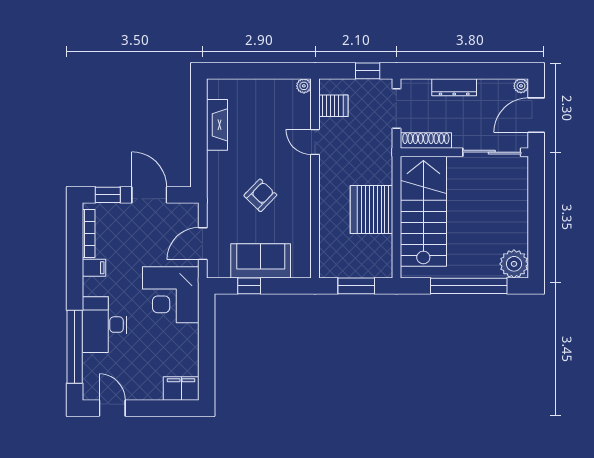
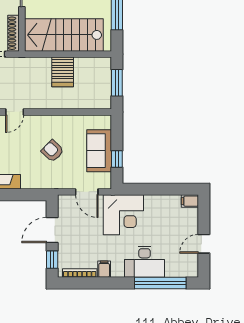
server rack: (371, 210) -> (63, 72), width x0.62
filing cabinet: (181, 388) -> (190, 201), width x0.50
door: (112, 408) -> (204, 244), moved

